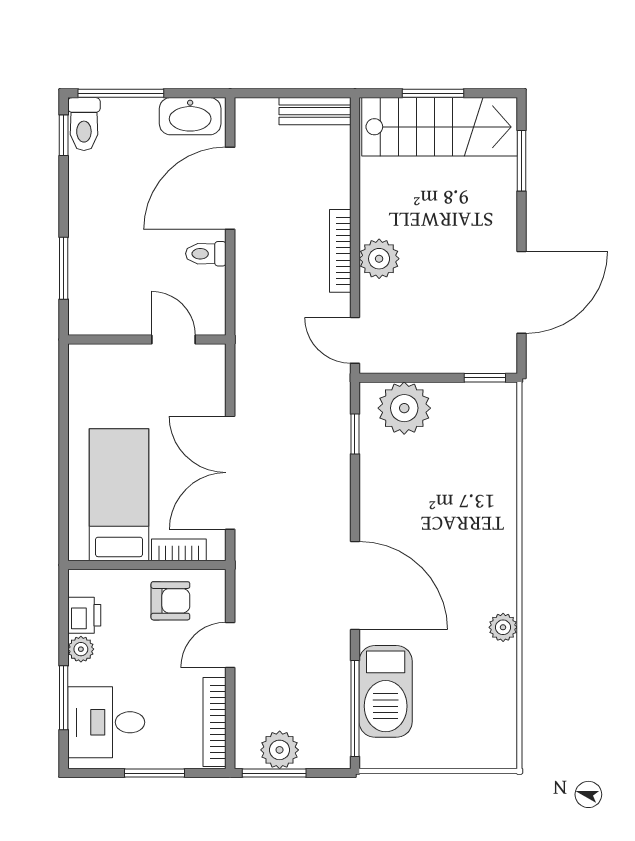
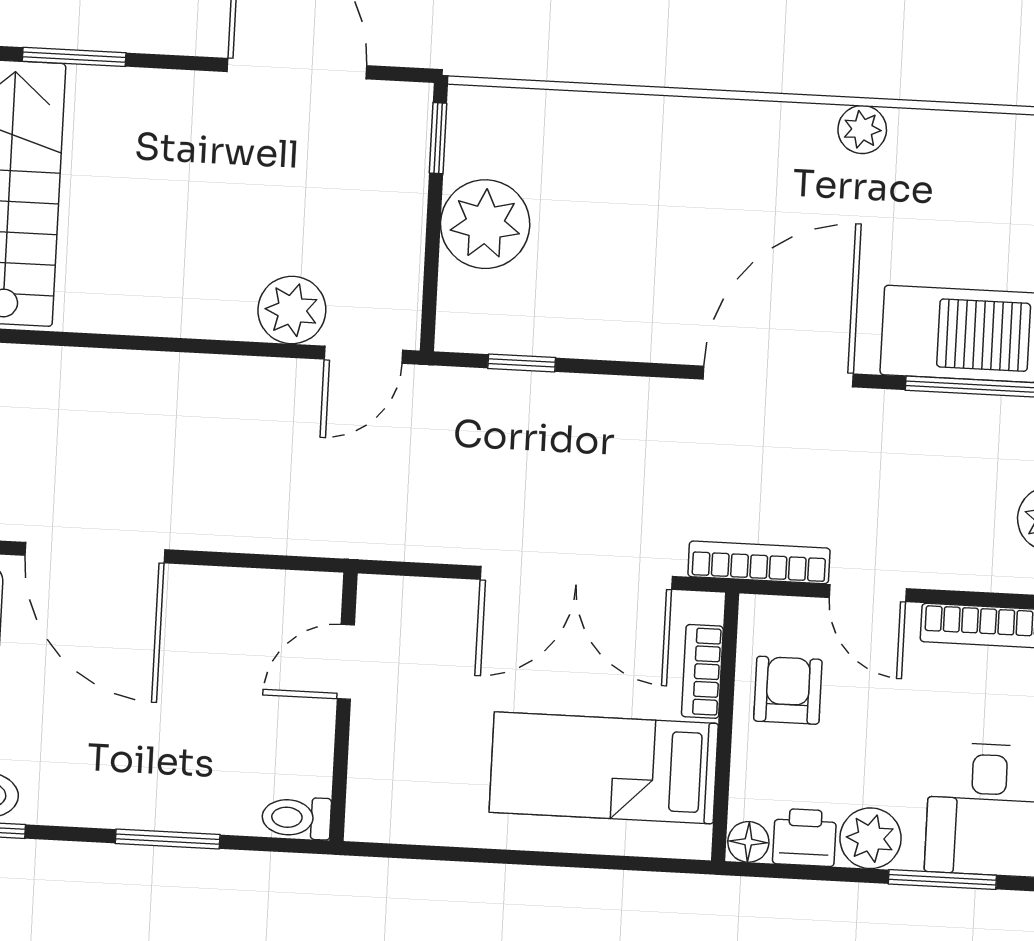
bookcase: (340, 251) -> (759, 562), moved, turned 180
toilet: (206, 254) -> (296, 818), moved, turned 90
plant: (379, 259) -> (292, 310), moved
window: (64, 268) -> (168, 839), moved
plant: (404, 408) -> (485, 224), moved
floor lamp: (80, 582) -> (748, 842), added
plant: (81, 649) -> (870, 838), width x1.38, depth x1.38

